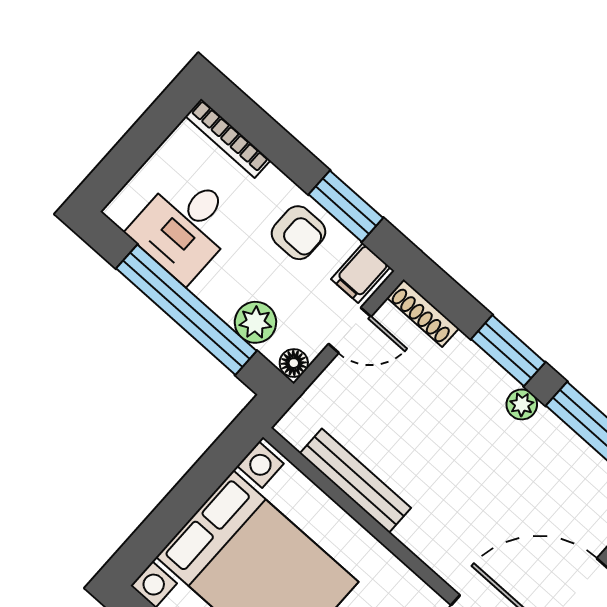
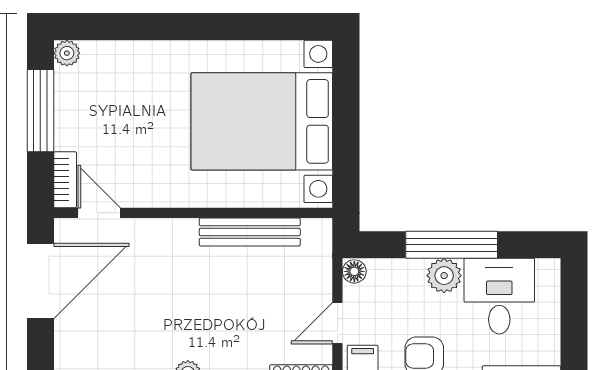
window: (186, 310) -> (452, 245), width x0.68
plant: (255, 322) -> (444, 276), moved

